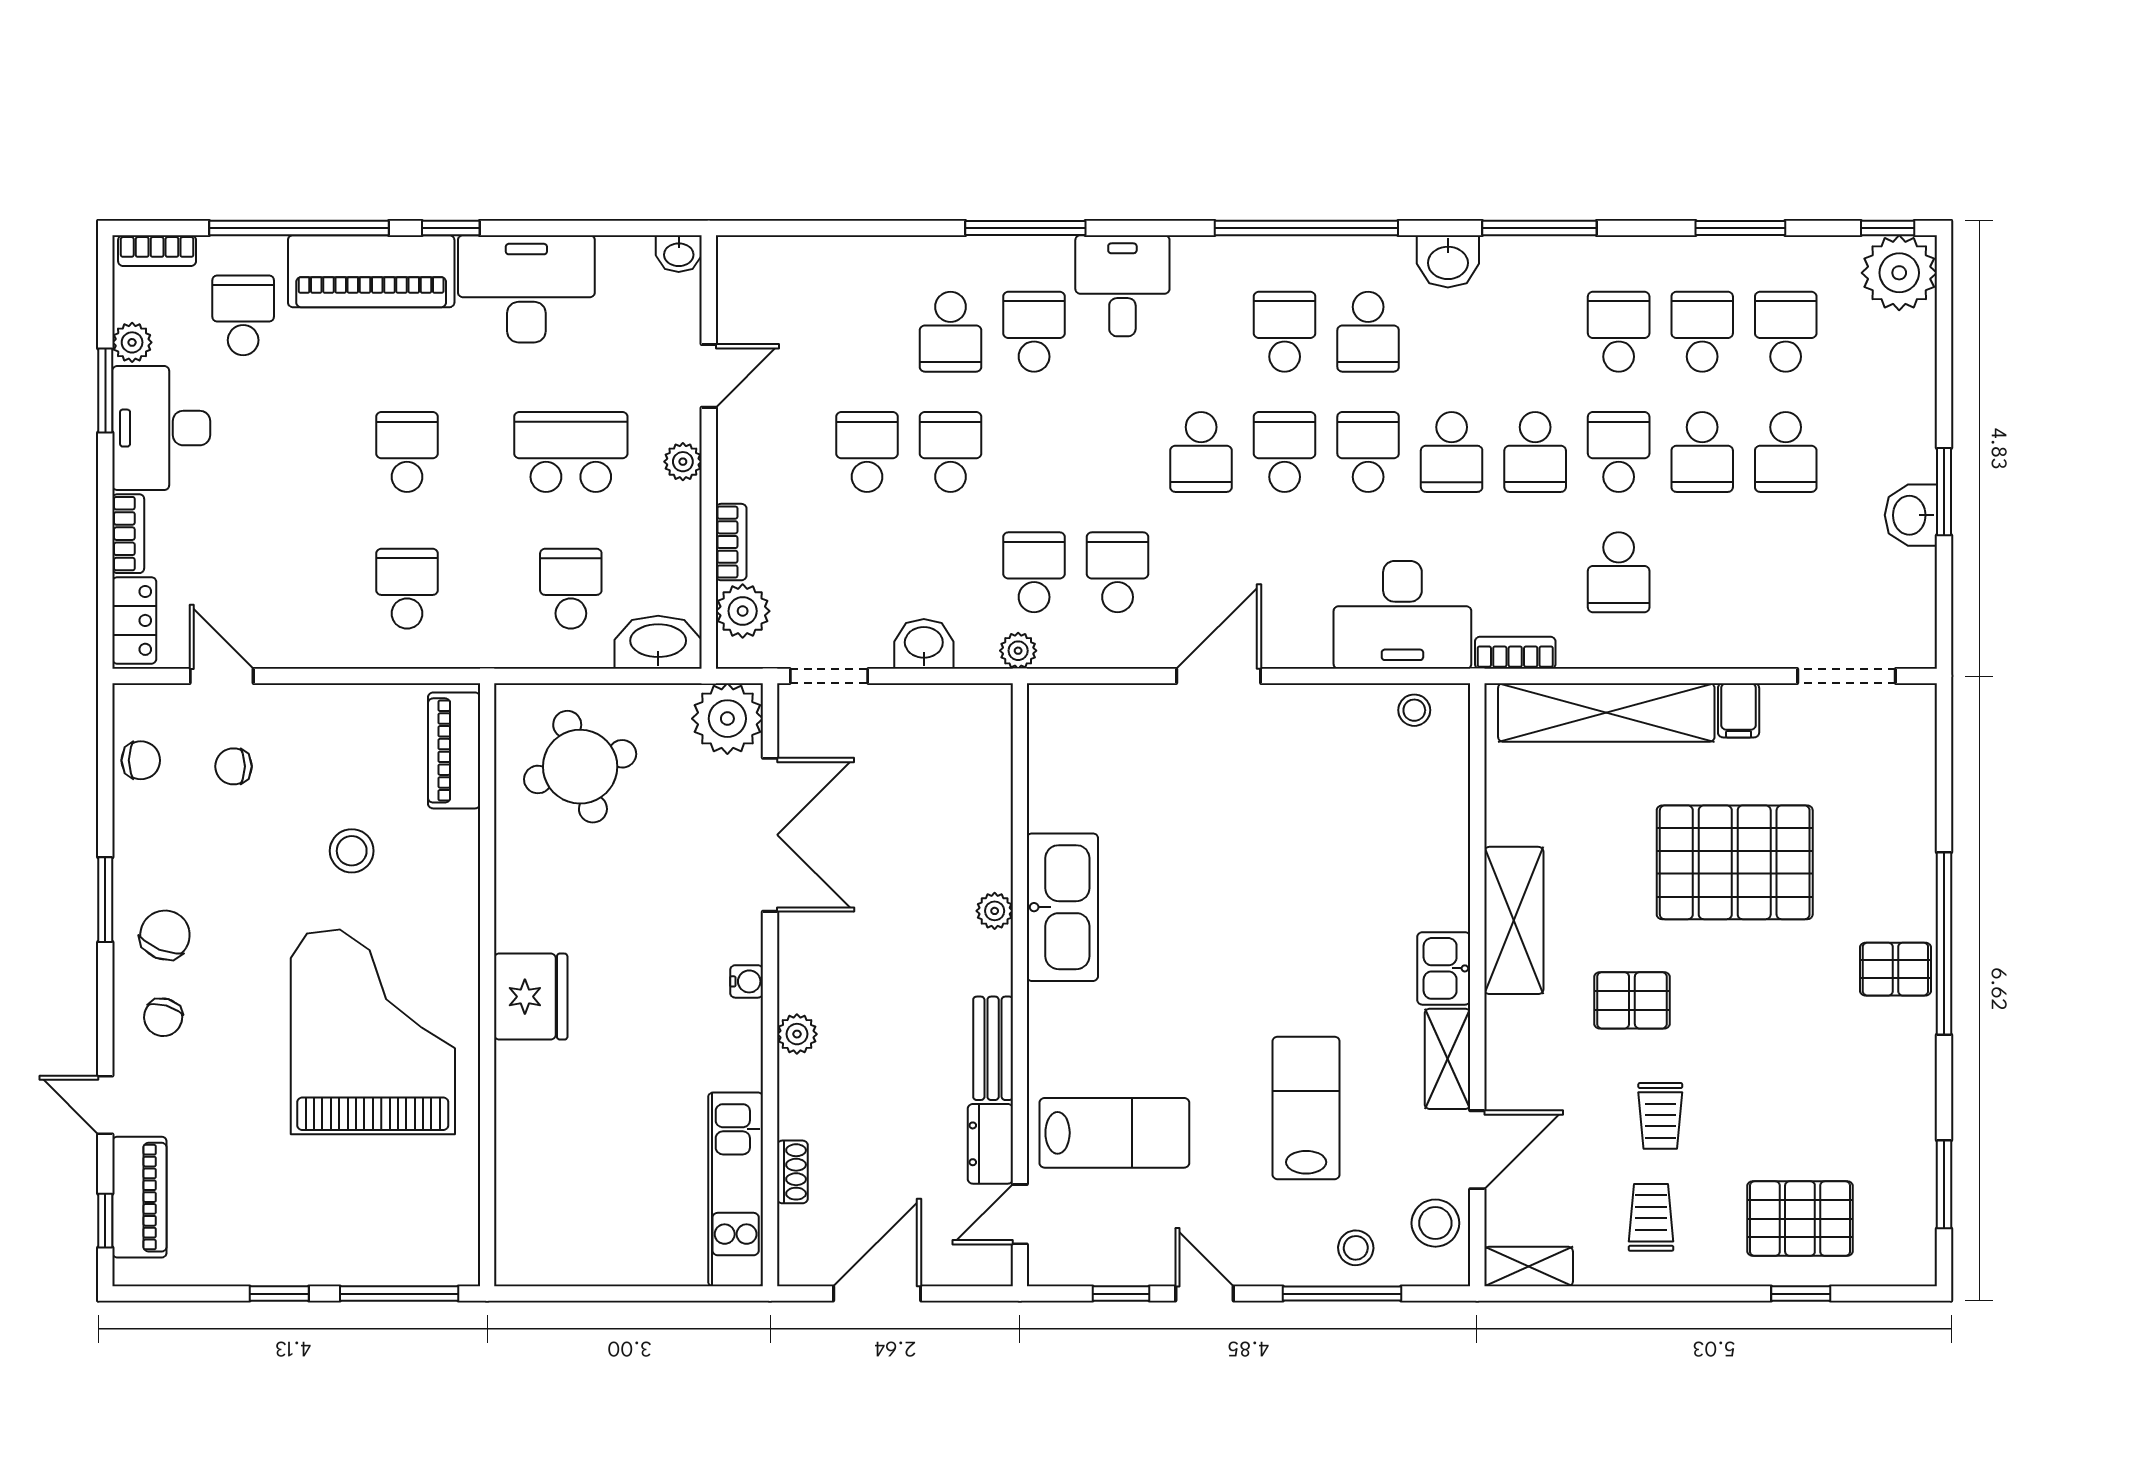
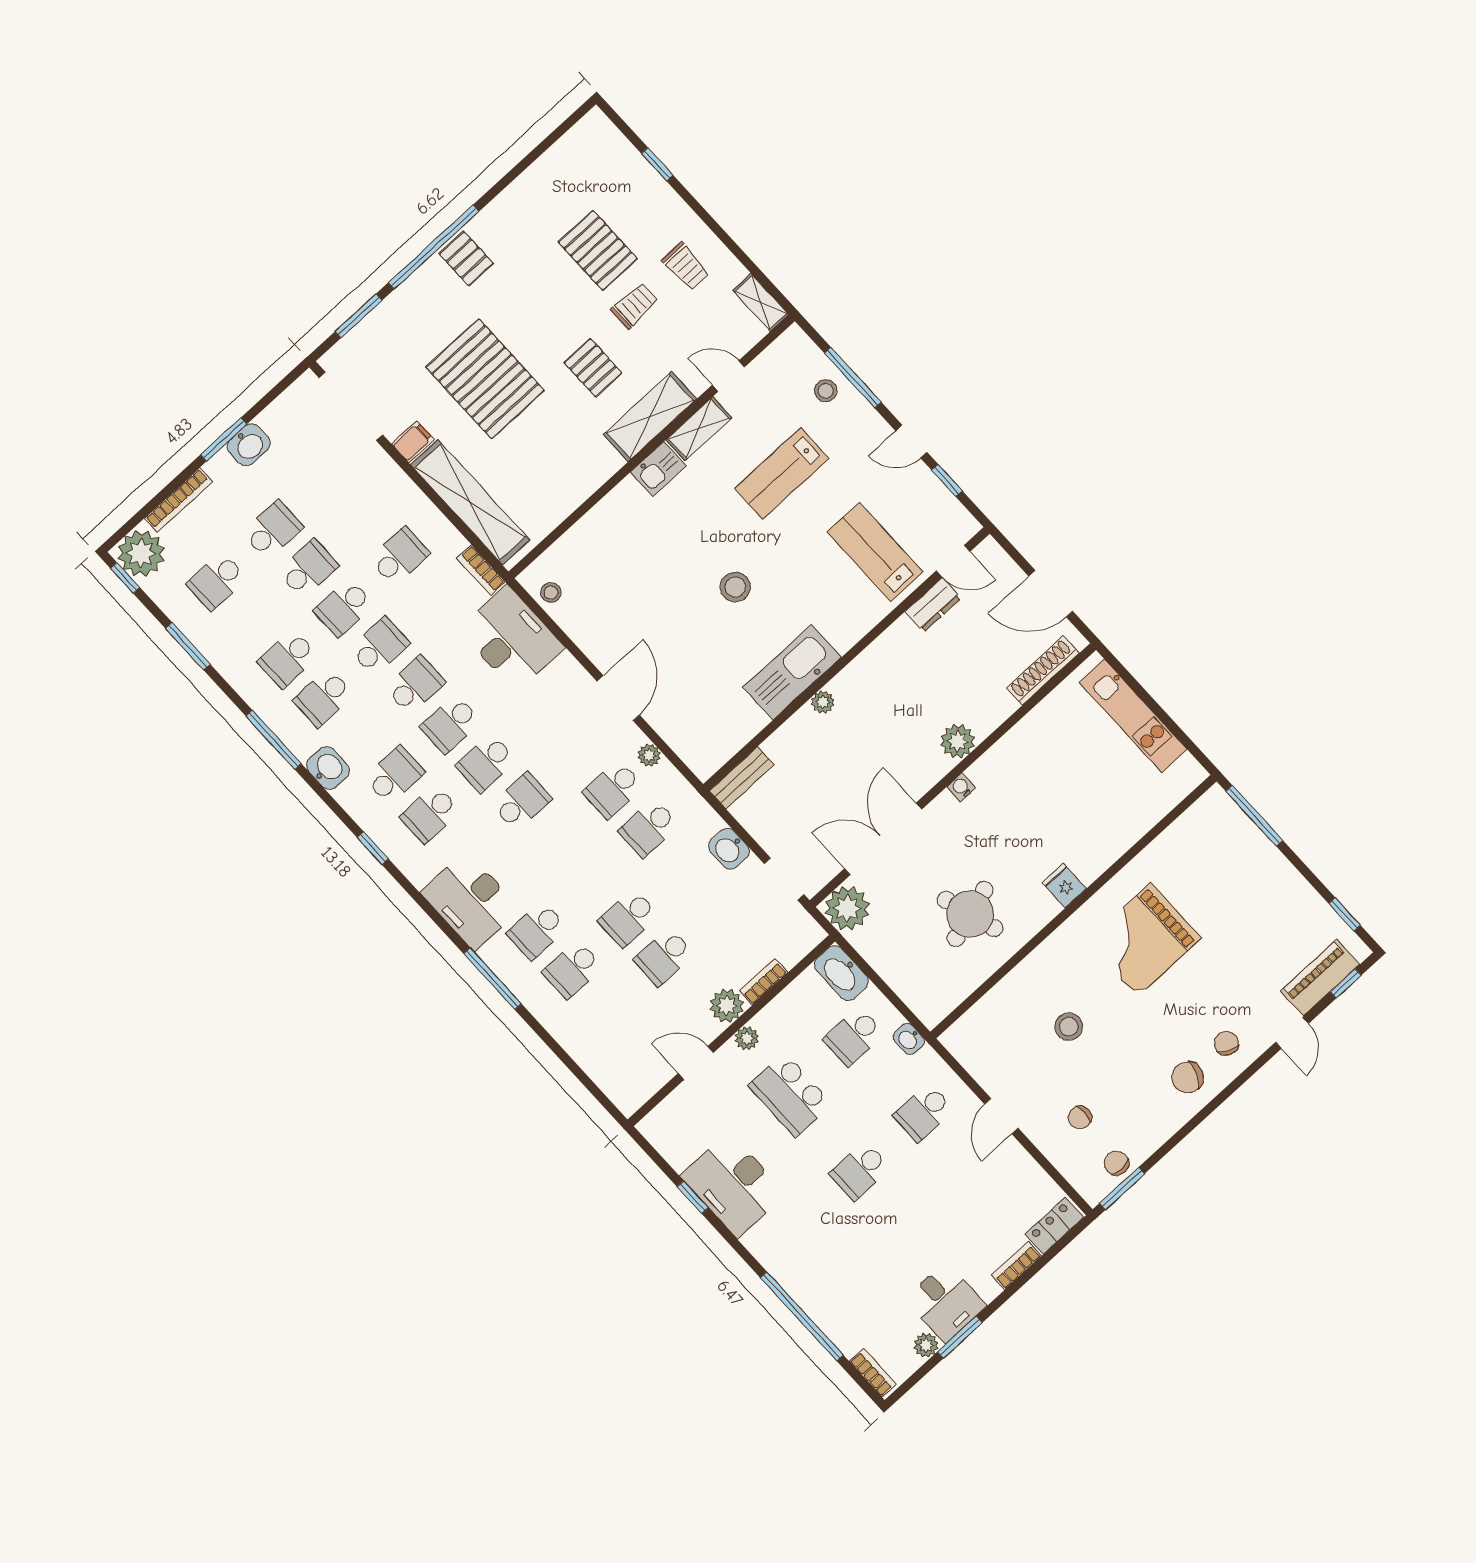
window: (451, 228) -> (693, 1197), moved
window: (1306, 228) -> (373, 848), width x0.32
washbasin: (679, 254) -> (909, 1039), moved, turned 180
piano: (371, 271) -> (791, 1264), removed
desk: (1122, 286) -> (470, 901), width x1.37
school desk: (243, 315) -> (866, 1305), removed
school desk: (951, 332) -> (572, 969), turned 180
school desk: (1702, 332) -> (323, 698), moved
bookcase: (1922, 374) -> (178, 500), added
desk: (161, 428) -> (946, 1302), width x0.73
plant: (743, 611) -> (727, 1006), moved
plant: (1018, 651) -> (649, 755), moved
door: (222, 676) -> (1001, 1116), moved
door: (1219, 676) -> (618, 698), swing flipped
doorway: (1847, 676) -> (351, 406), width x1.36
piano: (454, 750) -> (979, 1022), removed
chair: (233, 766) -> (1080, 1117), turned 90
round table: (580, 767) -> (970, 914), moved
window: (105, 900) -> (1122, 1188), moved
shelving: (1514, 920) -> (650, 417), moved
fridge: (531, 997) -> (1064, 886), width x0.53, depth x0.75
chair: (163, 1017) -> (1226, 1043), turned -80
grand piano: (373, 1032) -> (1144, 940), width x0.73, depth x0.68
plant: (797, 1034) -> (958, 741), width x1.38, depth x1.38
bench: (993, 1048) -> (742, 778), moved
door: (1477, 1150) -> (728, 376), width x0.73
shoe rack: (792, 1172) -> (1043, 671), width x1.94, depth x1.24
window: (1944, 1184) -> (359, 316), moved
kitchen unit: (736, 1189) -> (1133, 716), moved, turned 90
trolley: (1651, 1217) -> (686, 266), turned -90
pallet: (1800, 1219) -> (598, 250), moved
stool: (1435, 1223) -> (735, 587), moved
window: (279, 1294) -> (1345, 914), moved
door: (1204, 1294) -> (911, 442), hinge flipped

